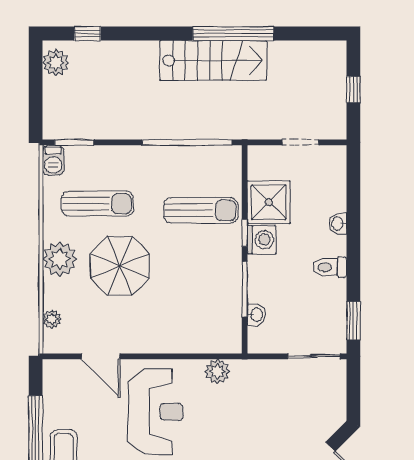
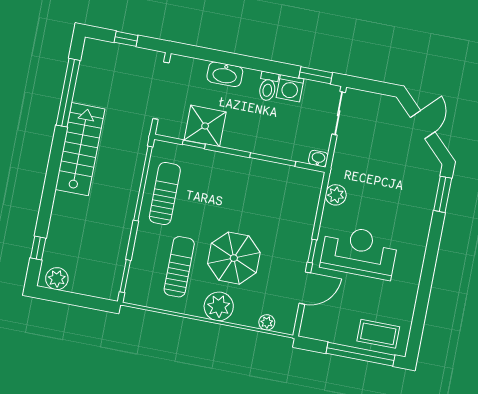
window: (233, 34) -> (68, 93), moved
doorway: (300, 142) -> (161, 91), width x1.87
barbecue: (53, 160) -> (137, 296), removed
sun lounger: (201, 210) -> (165, 193), moved
washbasin: (338, 224) -> (225, 74), width x1.91, depth x1.45
window: (245, 233) -> (194, 144), moved
washing machine: (262, 240) -> (290, 88), moved, turned 180
washbasin: (256, 315) -> (318, 158), moved
window: (146, 356) -> (312, 251), added

